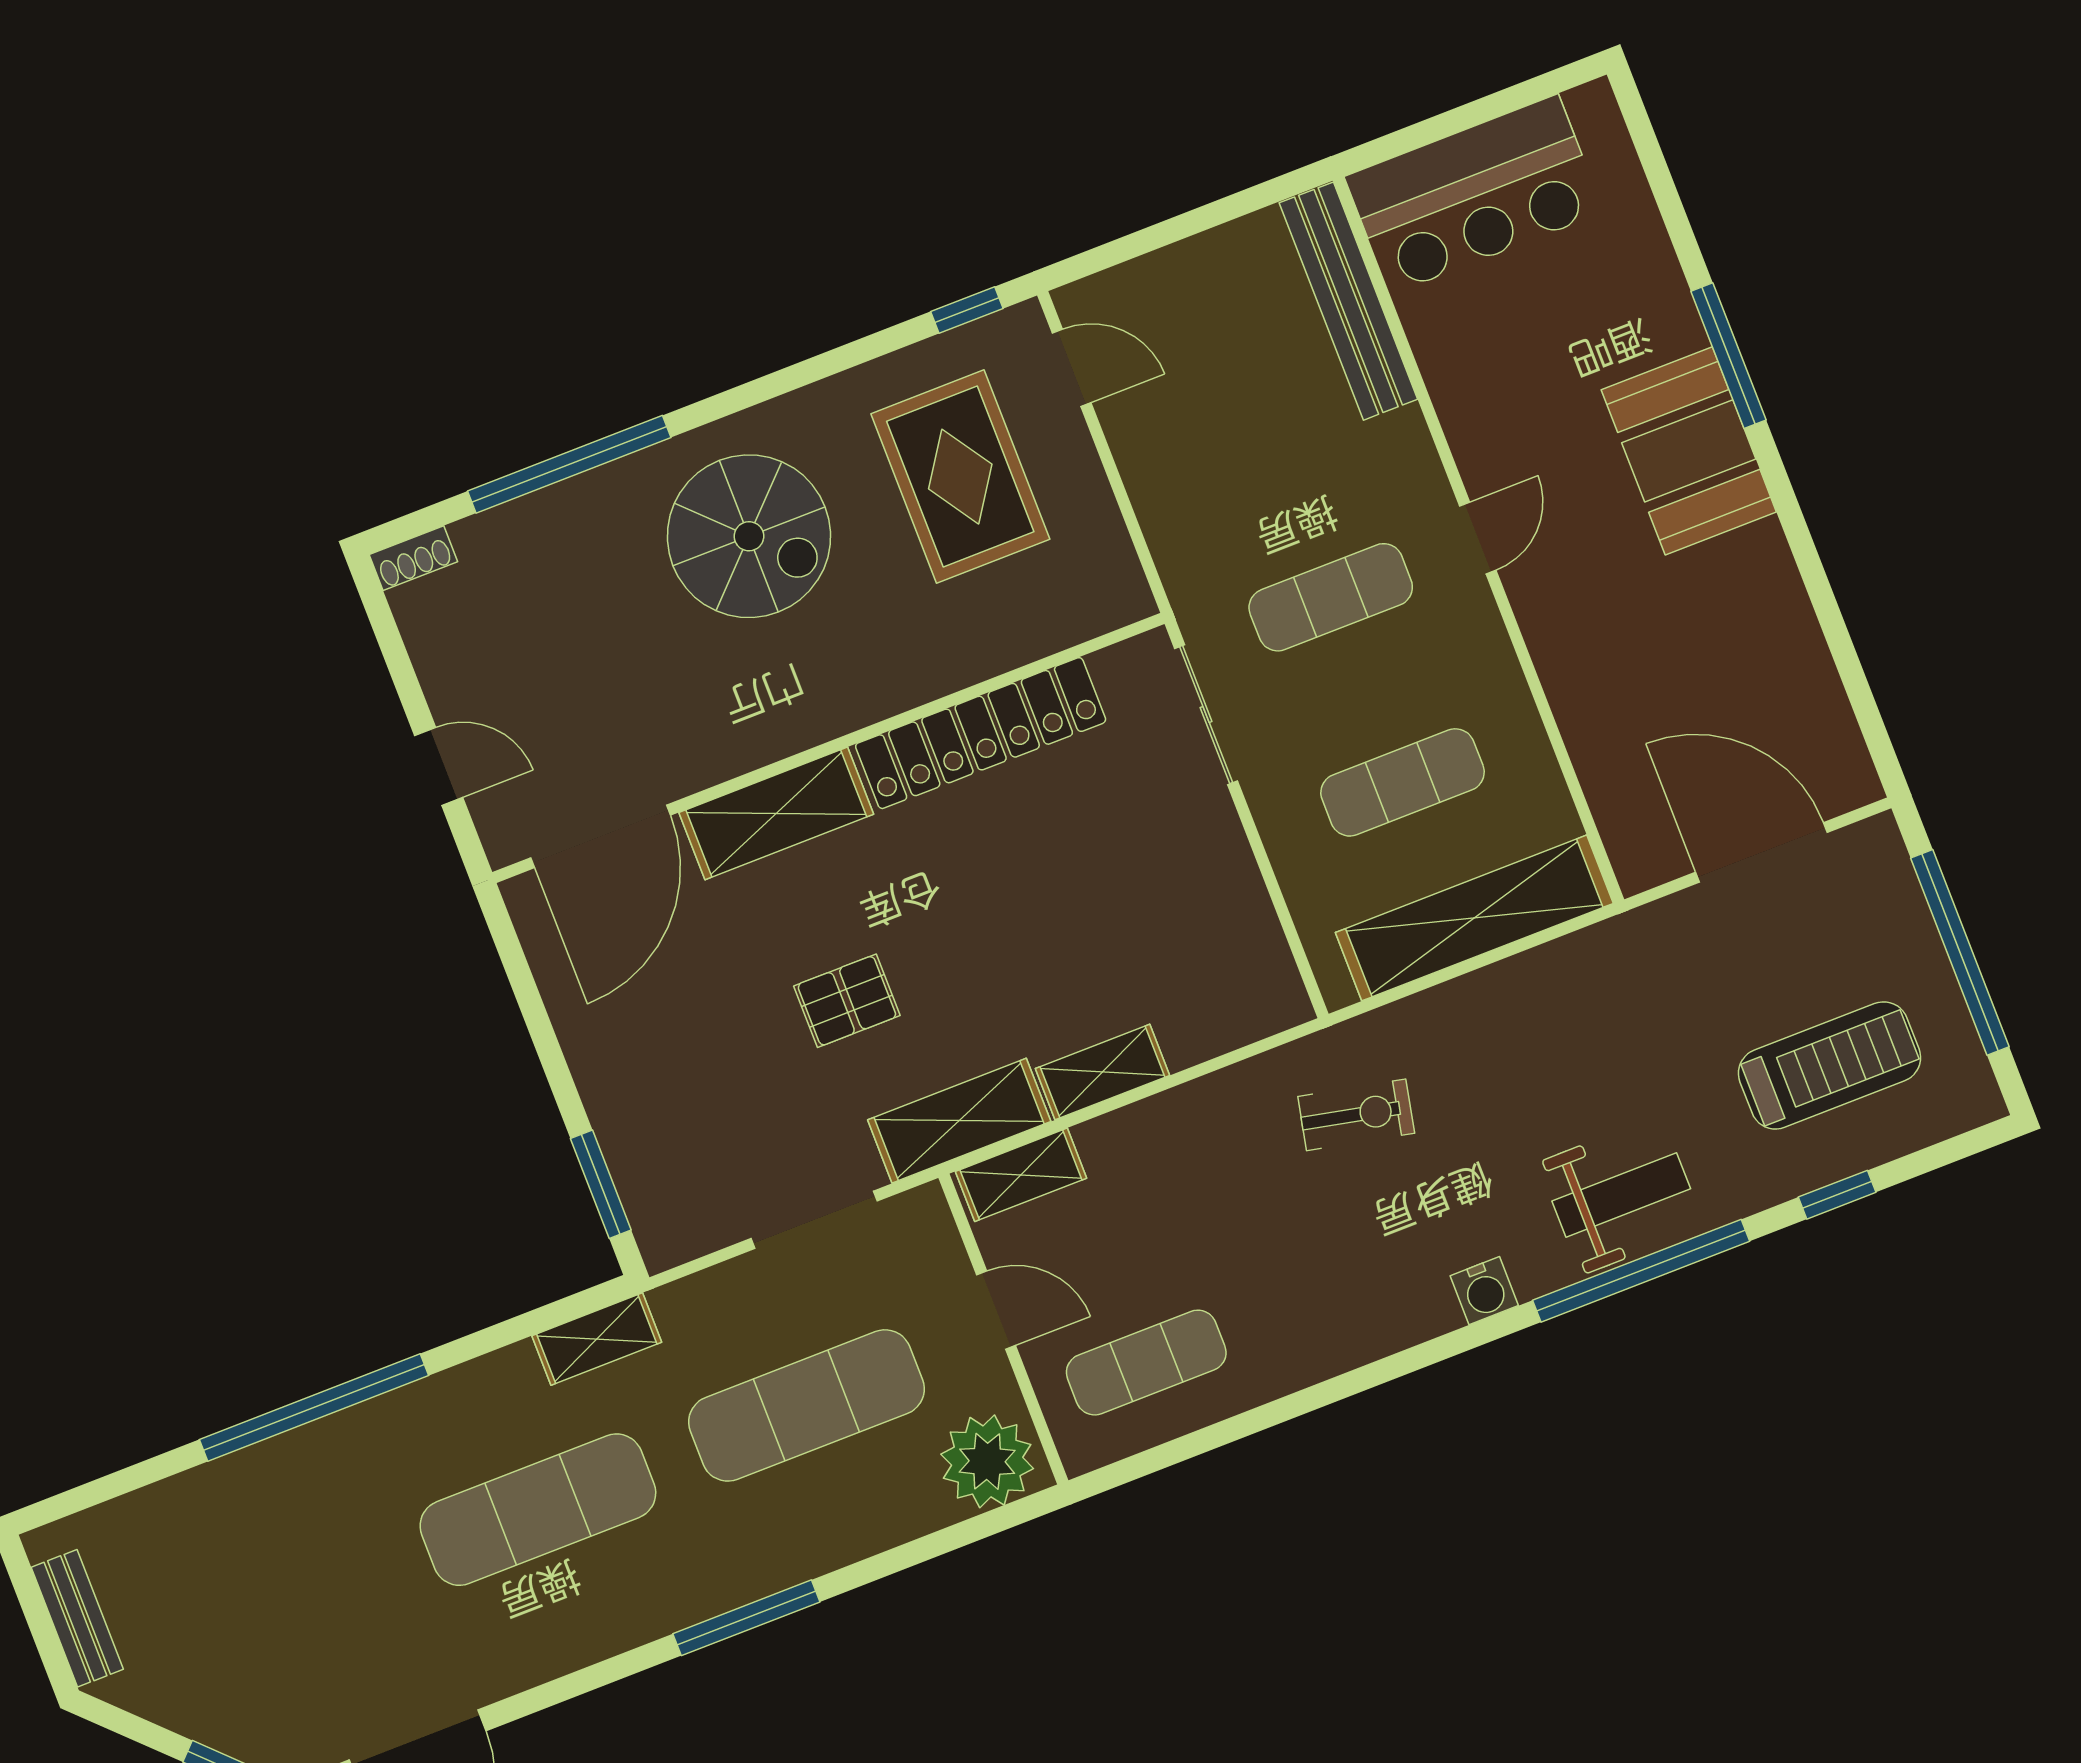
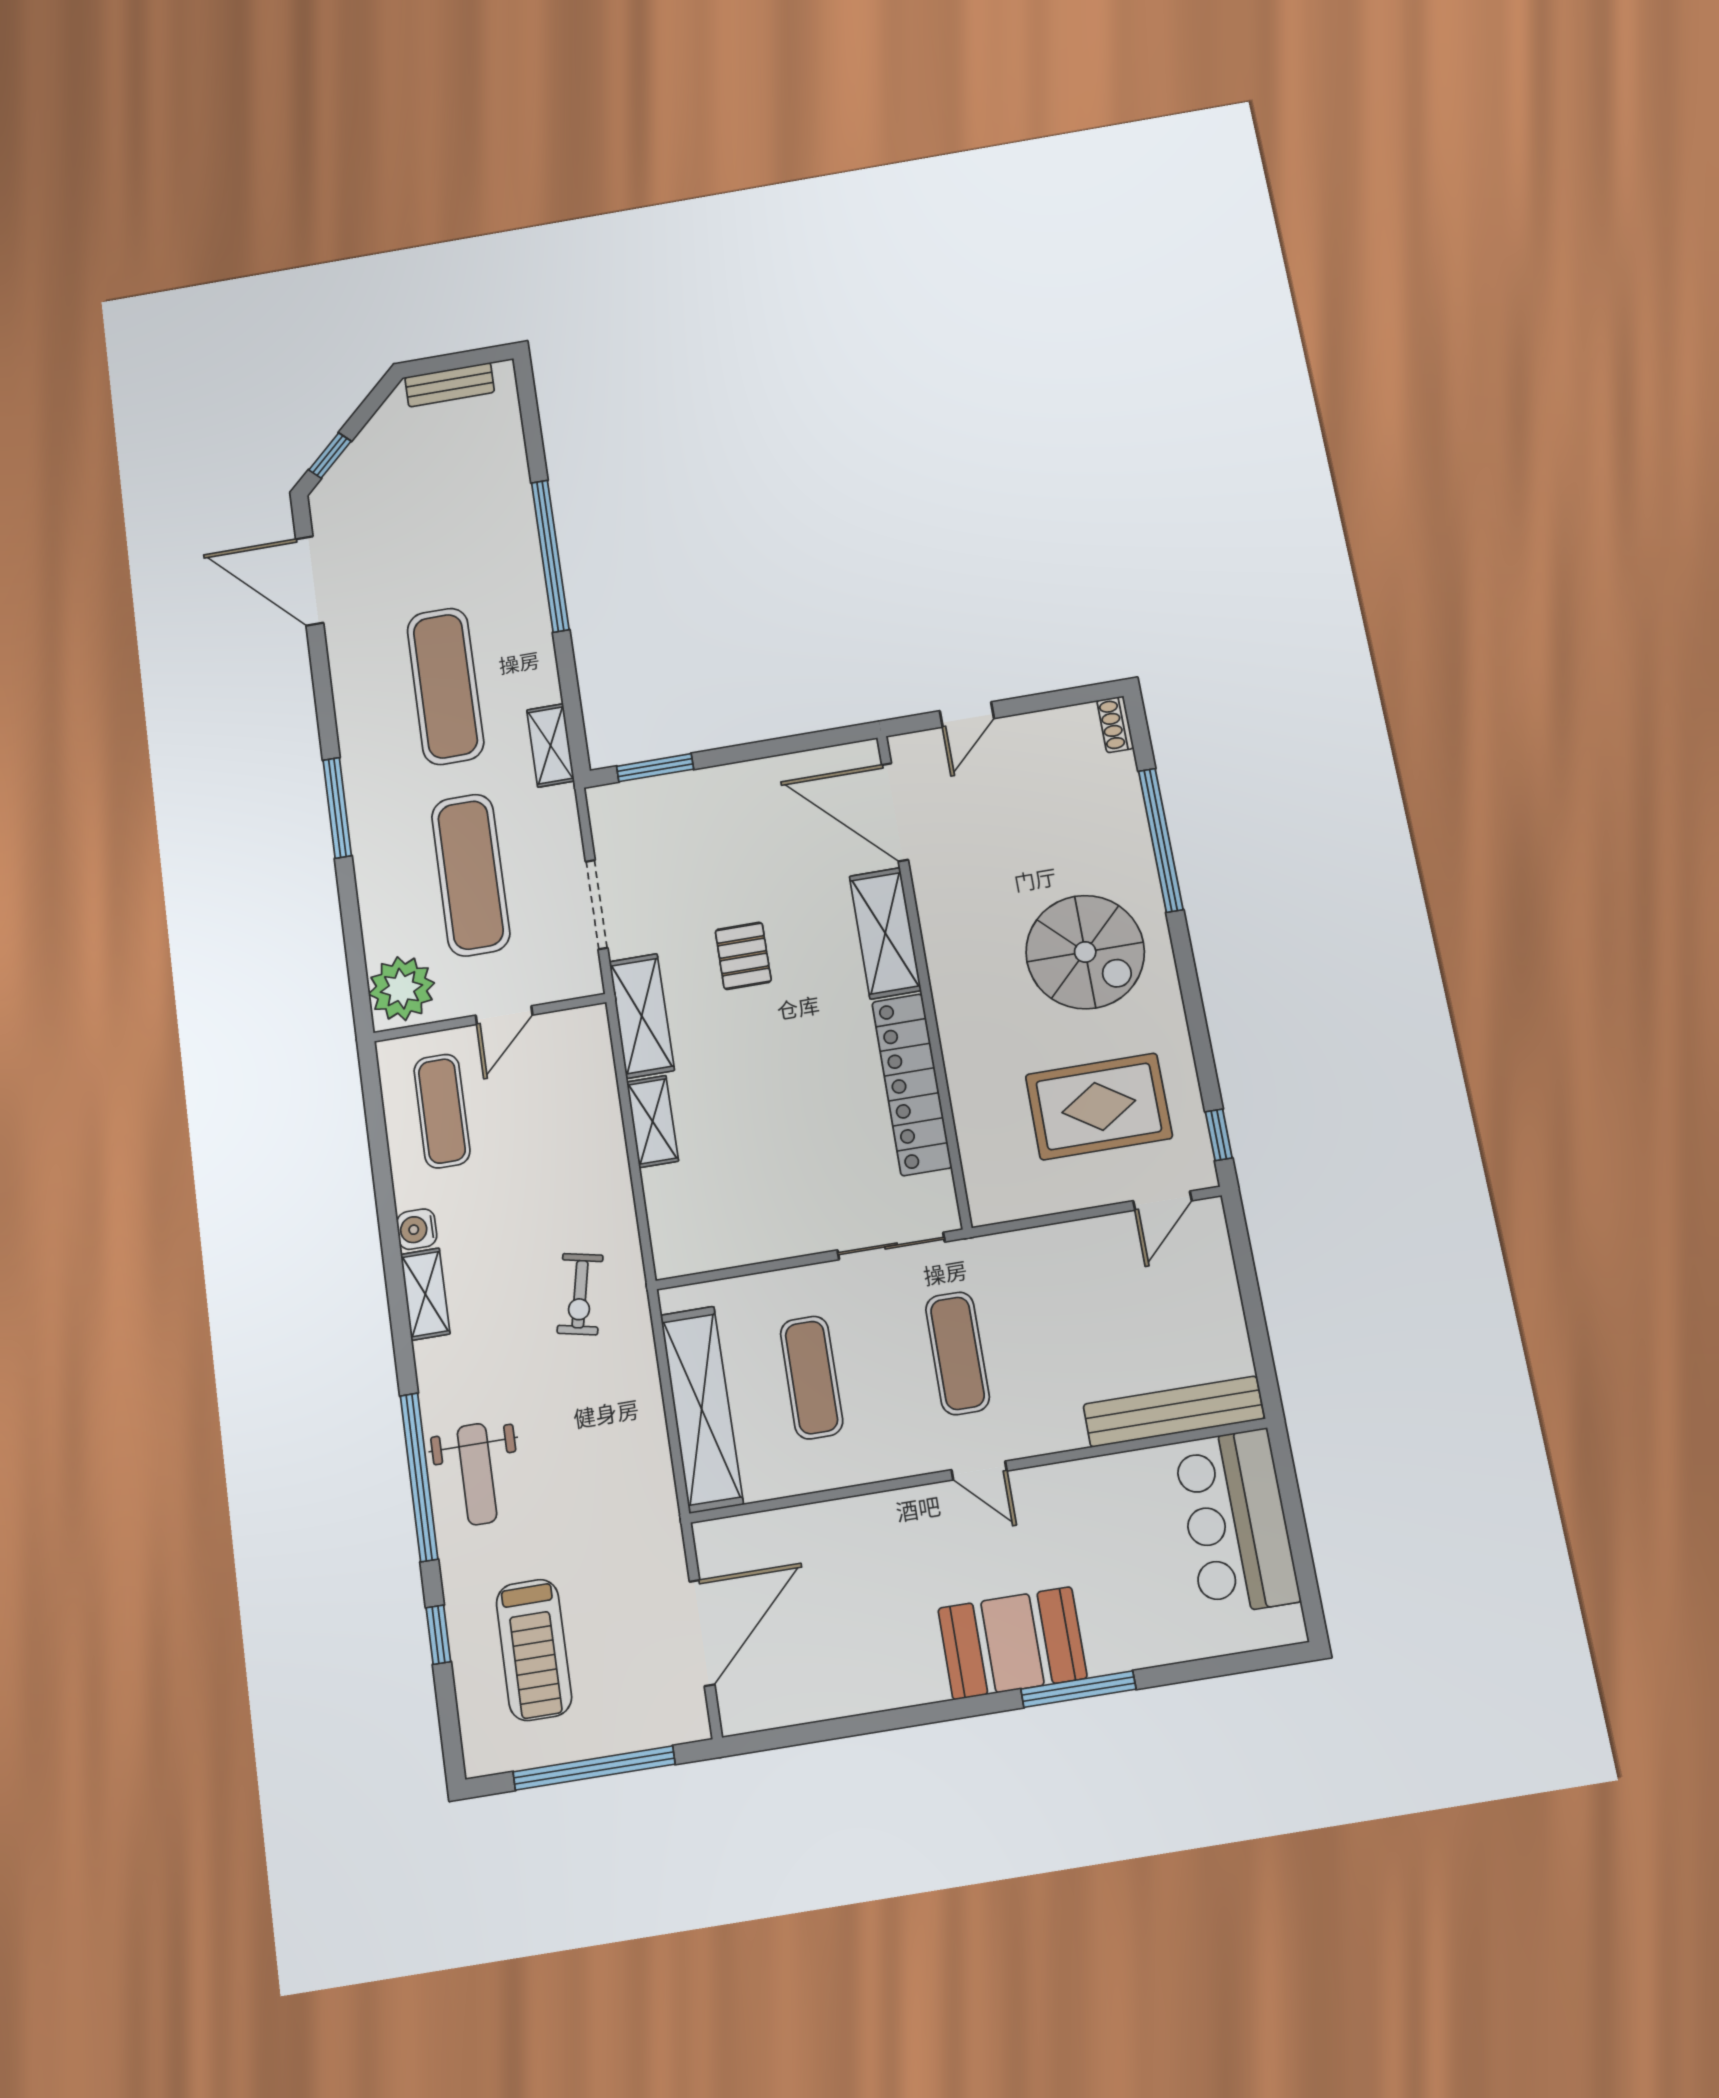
spiral stairs: (749, 536) -> (1085, 952), turned -90
shelving: (1021, 1175) -> (425, 1294), moved
water cooler: (1484, 1291) -> (417, 1229), moved

